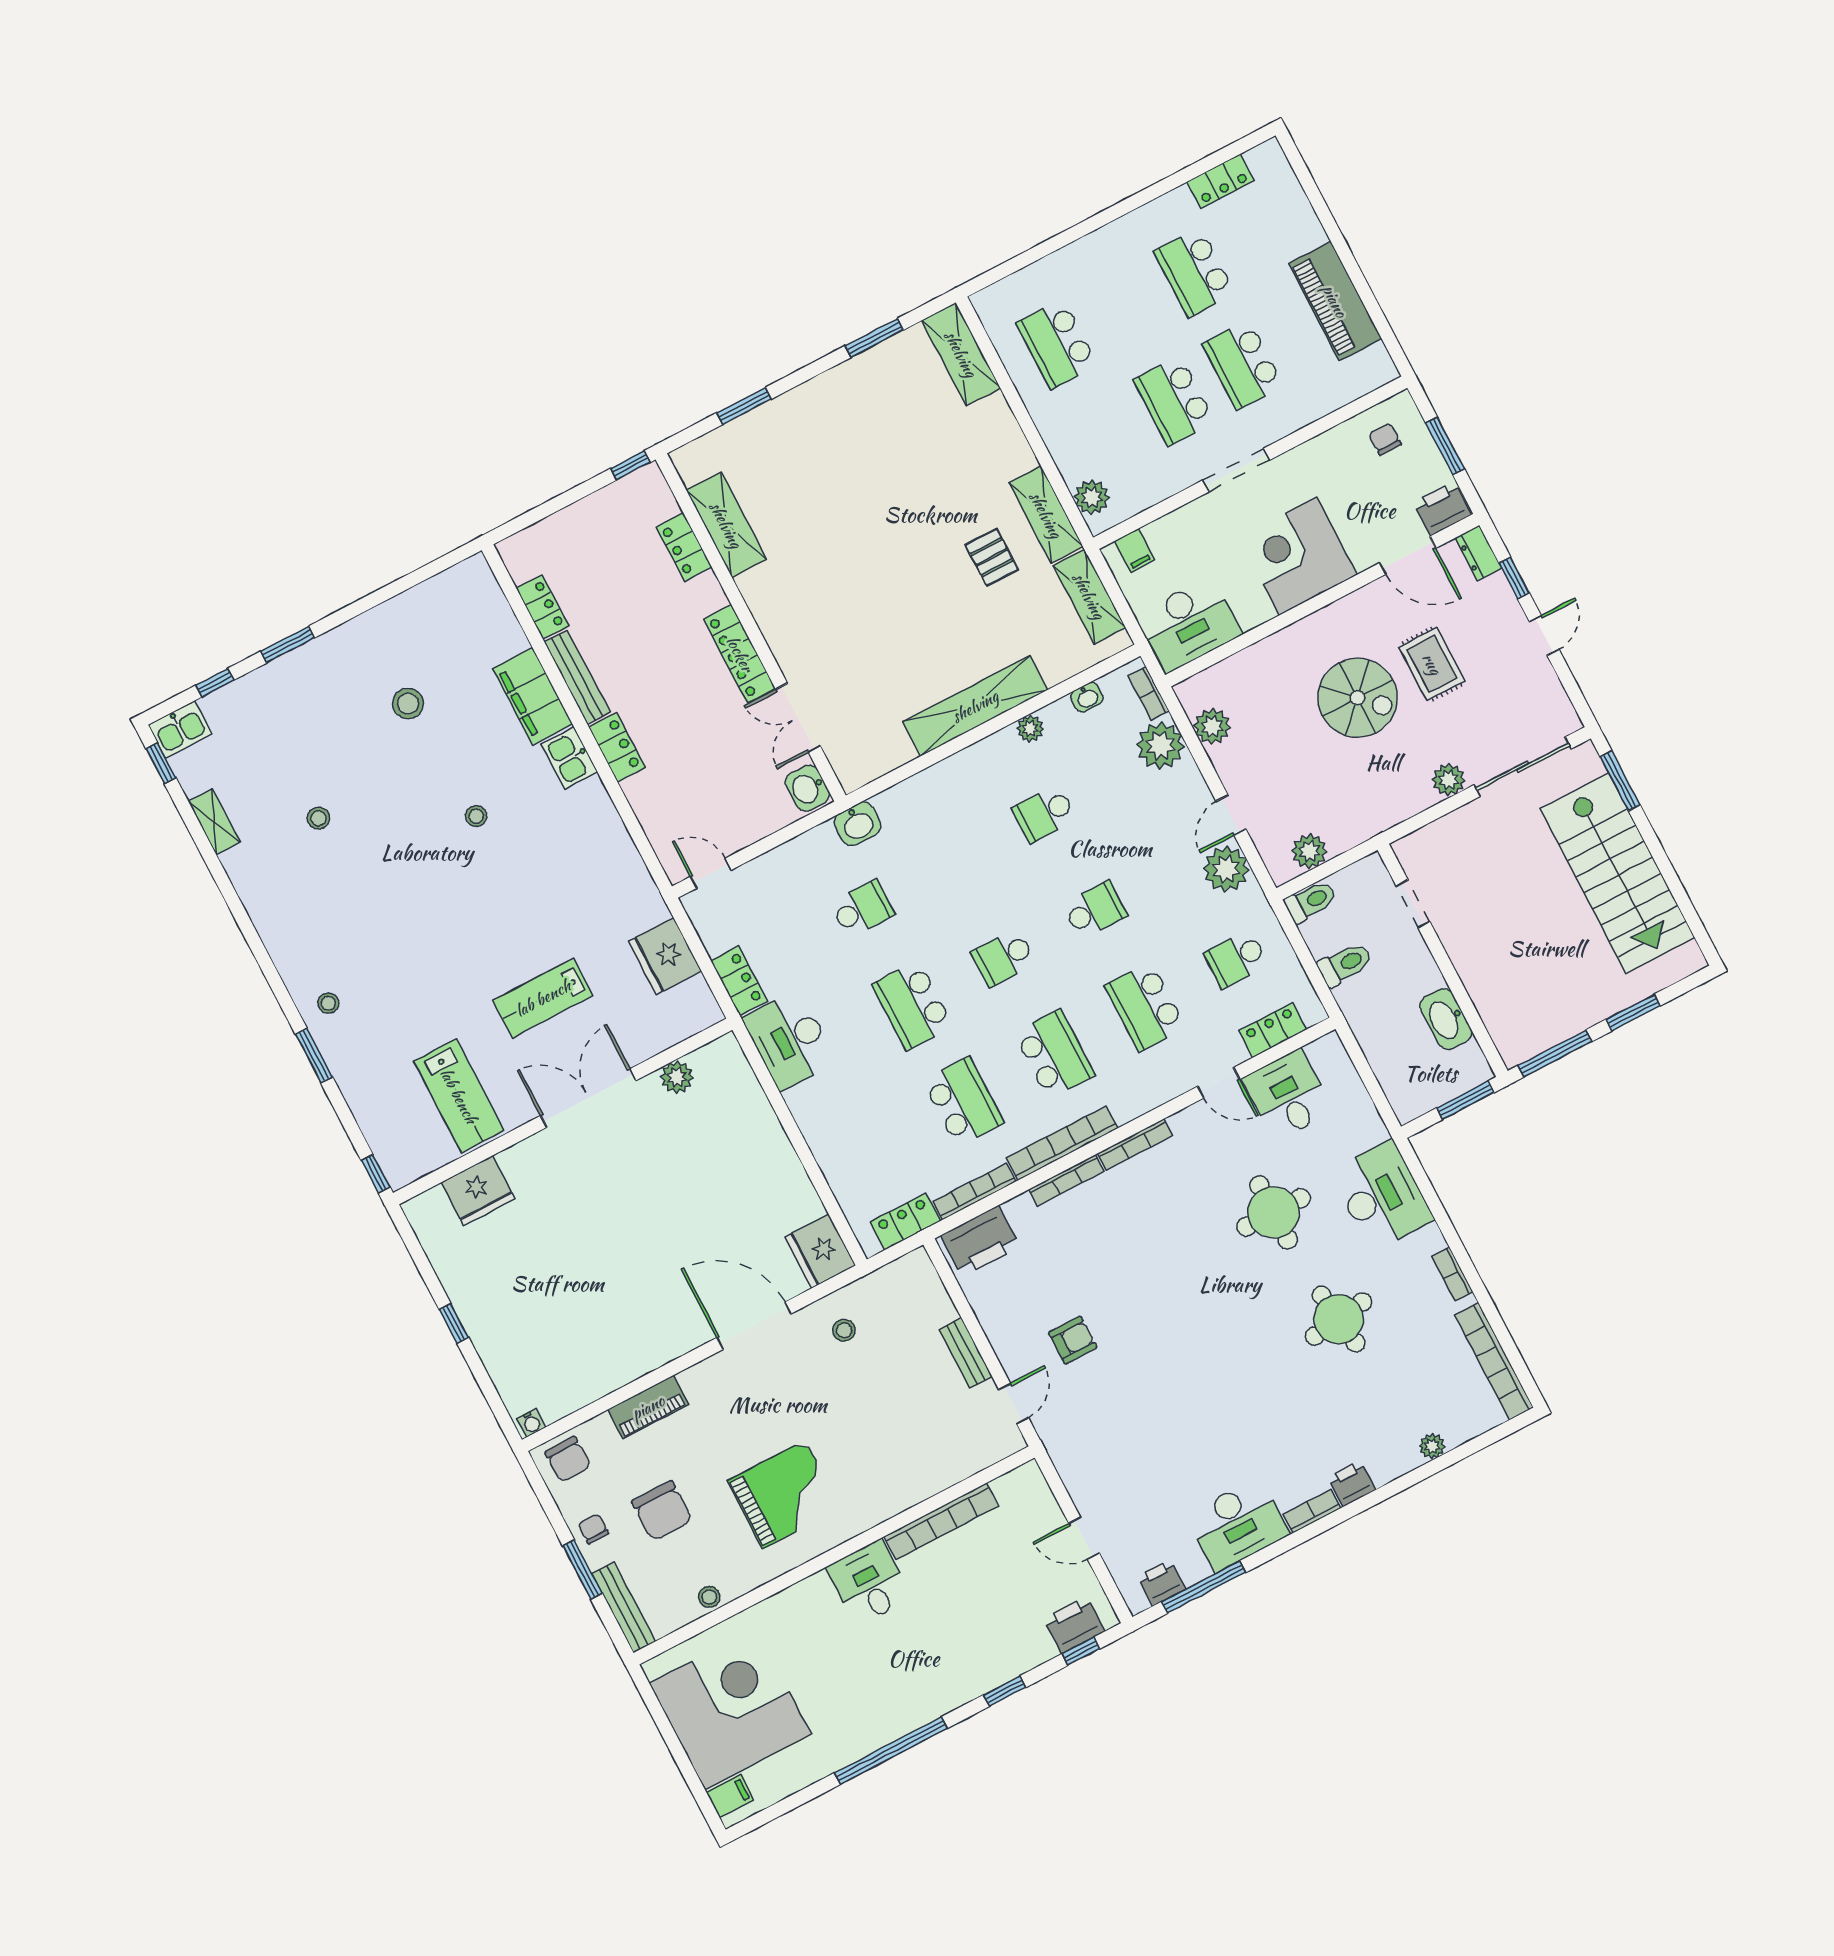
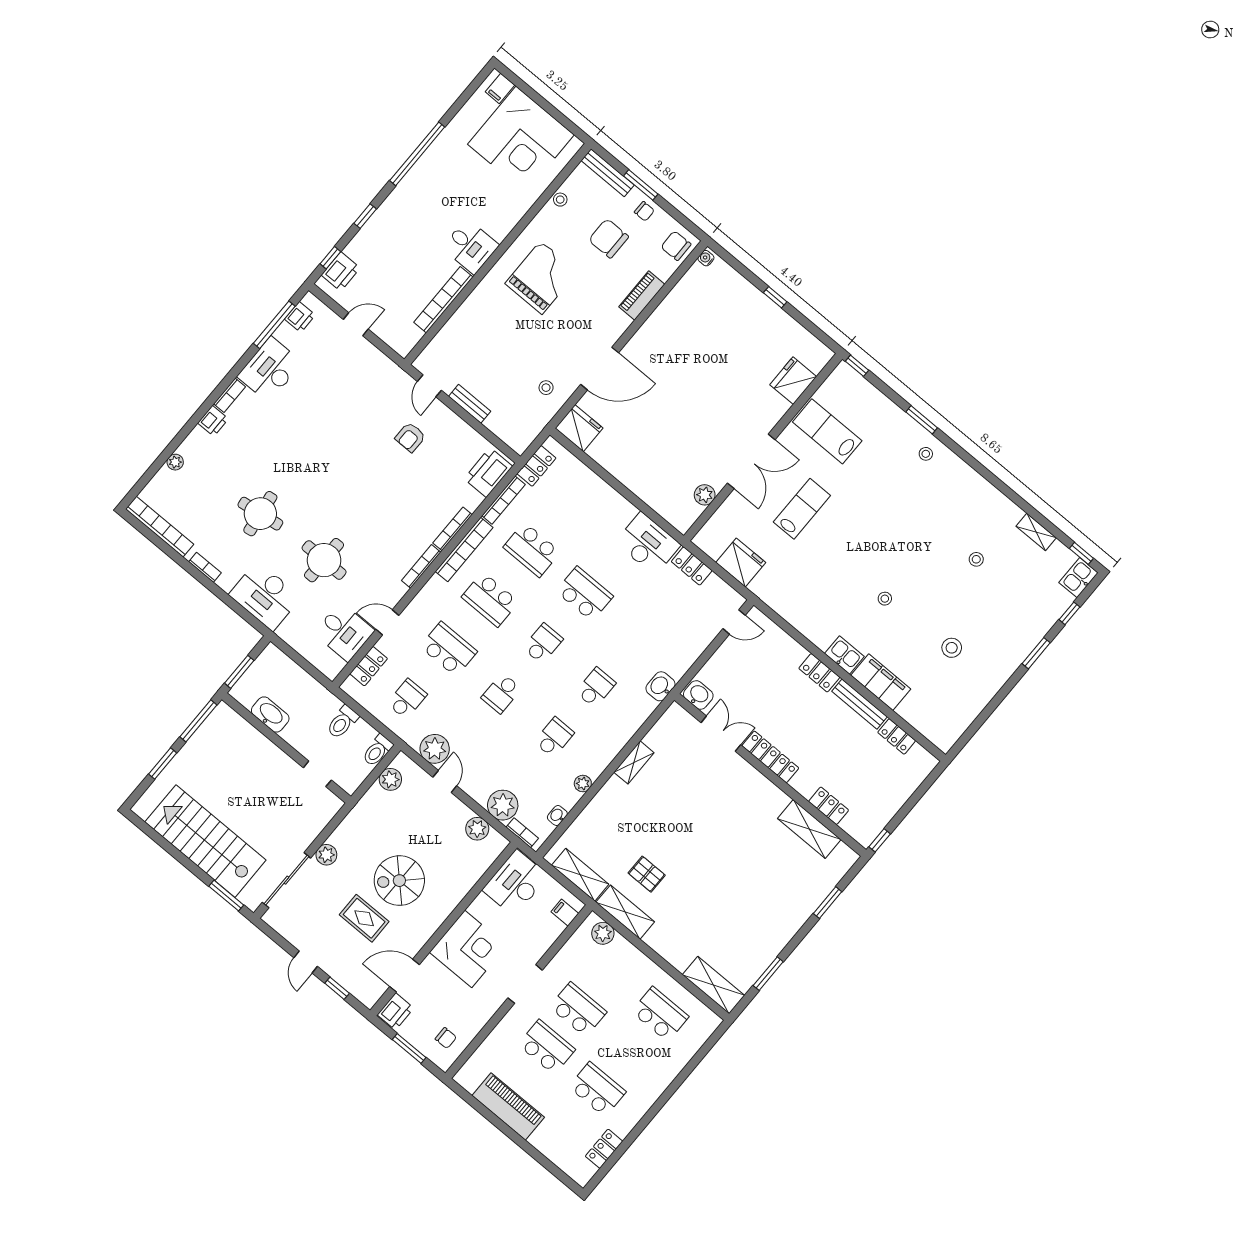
dresser: (1478, 553) -> (364, 994), removed
shelving: (975, 706) -> (634, 762), width x0.45, depth x0.75
school desk: (862, 909) -> (596, 688), moved, turned 180
grand piano: (784, 1494) -> (541, 278), turned 180

